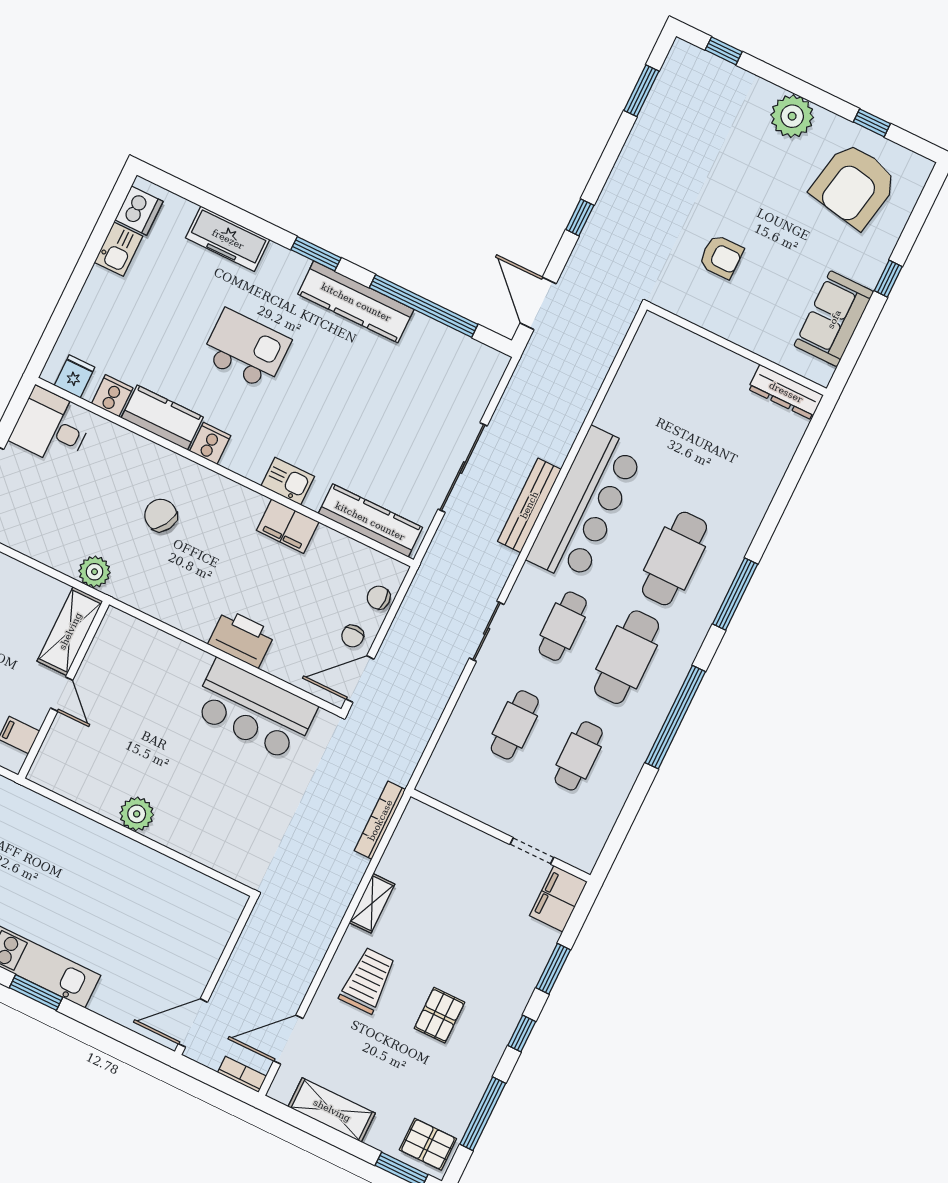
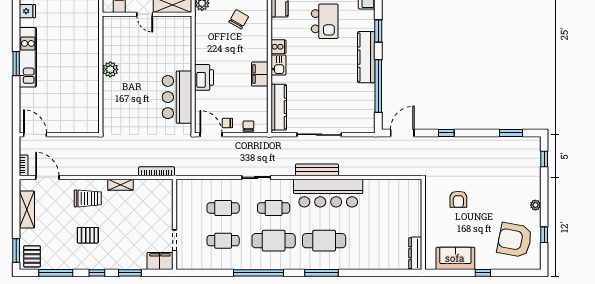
plant: (792, 116) -> (535, 205), width x0.53, depth x0.53
cooker: (210, 443) -> (278, 47), moved
door: (62, 694) -> (145, 14), hinge flipped

